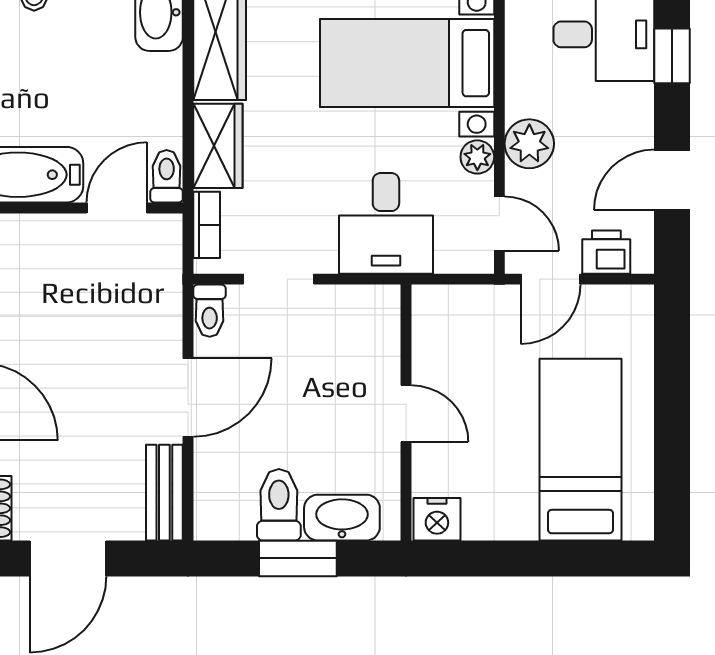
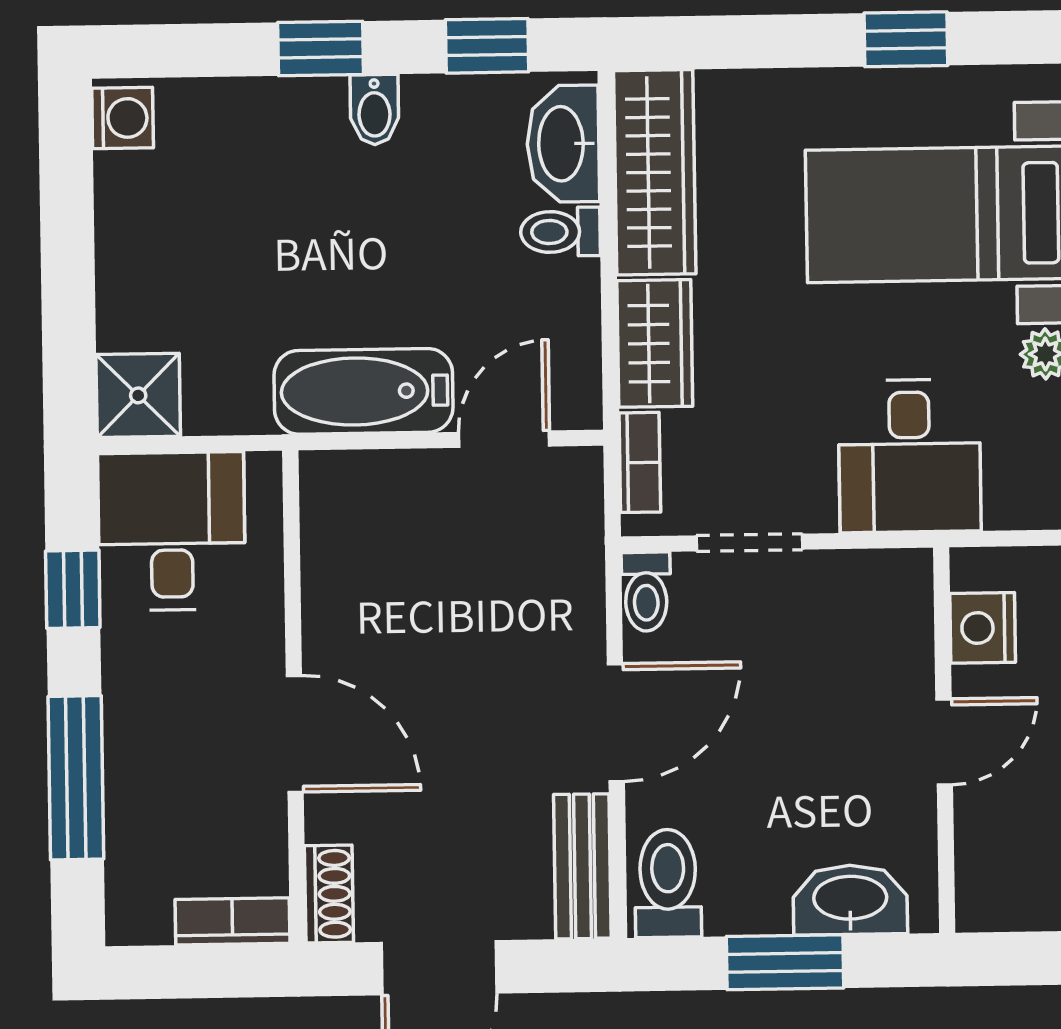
toilet: (167, 176) -> (560, 232), moved, turned -90
door: (406, 414) -> (944, 742), hinge flipped
toilet: (279, 505) -> (668, 883), moved
nightstand: (437, 519) -> (983, 628), moved, turned 90

